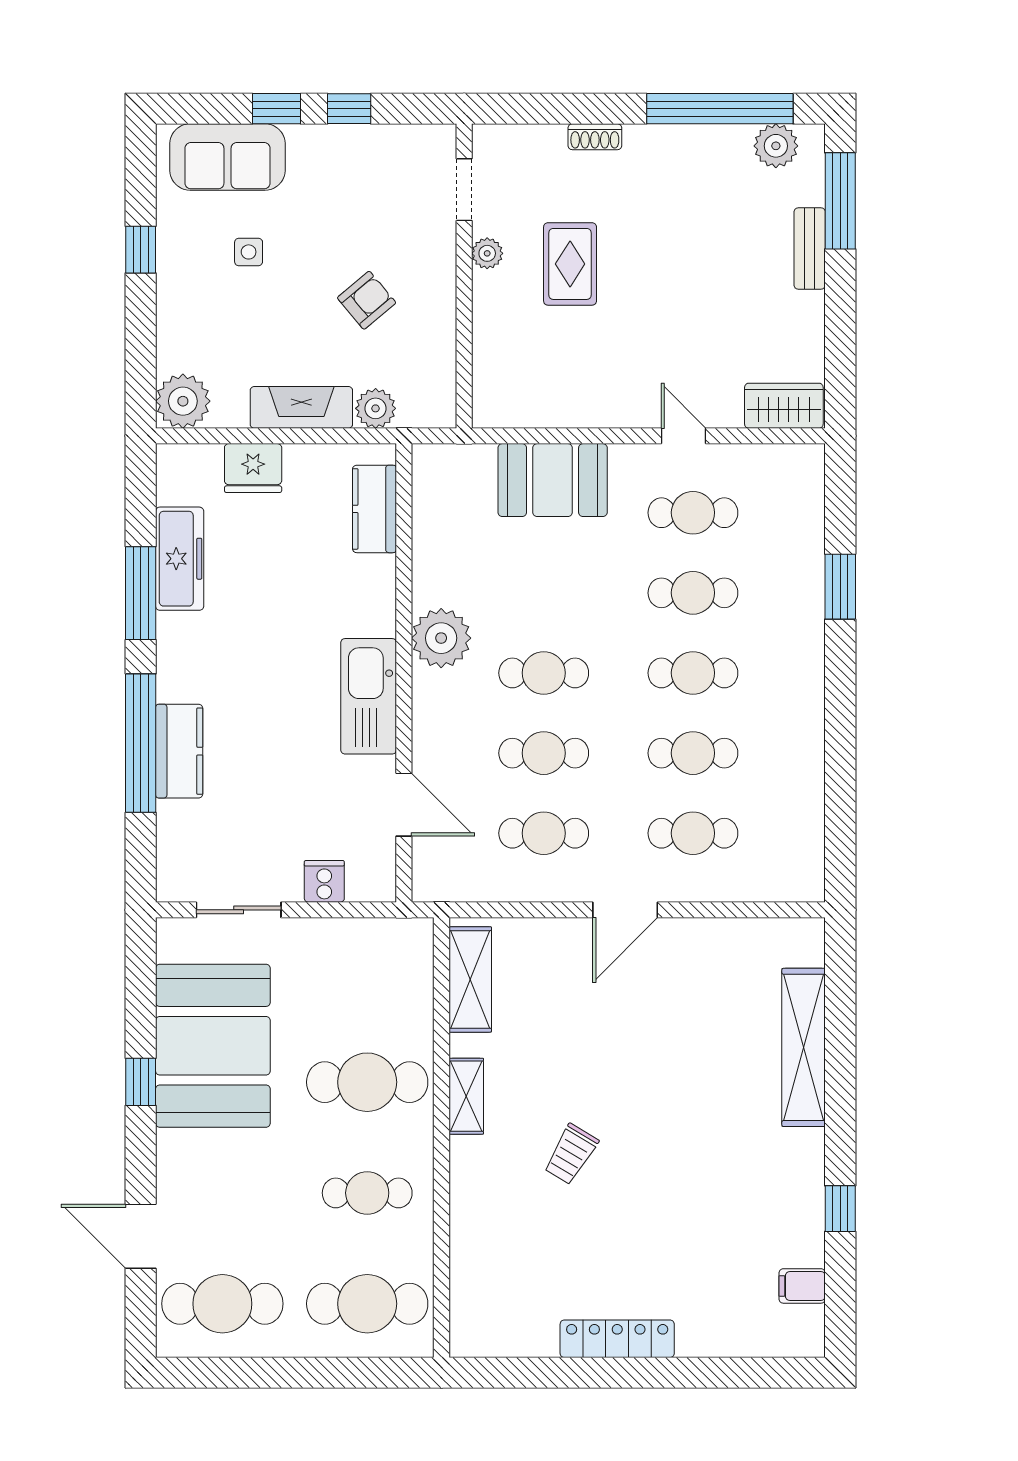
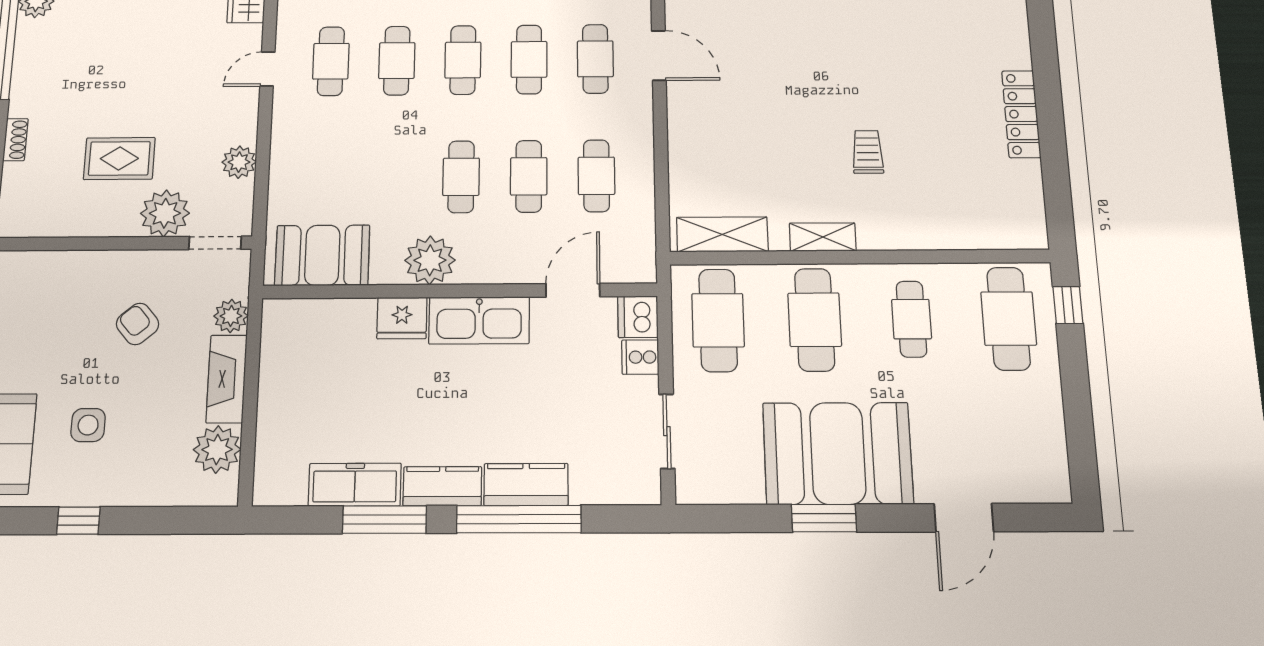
doorway: (464, 190) -> (215, 243), moved
side table: (249, 252) -> (88, 425), width x1.37, depth x1.37
plant: (487, 253) -> (165, 213), moved, width x1.88, depth x1.88
plant: (183, 401) -> (217, 449), moved
plant: (564, 408) -> (239, 162), added
fridge: (253, 468) -> (402, 318), moved, turned 90
booth: (553, 480) -> (322, 255), moved, turned 90
kitchen counter: (374, 509) -> (442, 486), moved, turned 180
dishwasher: (372, 879) -> (638, 317), added
door: (625, 910) -> (659, 55), moved
booth: (213, 1046) -> (838, 453), moved
window: (141, 1082) -> (824, 518), width x1.50
trolley: (571, 1154) -> (868, 152), turned -121
cafe table: (222, 1304) -> (718, 320), moved
window: (383, 1373) -> (1068, 305), added

